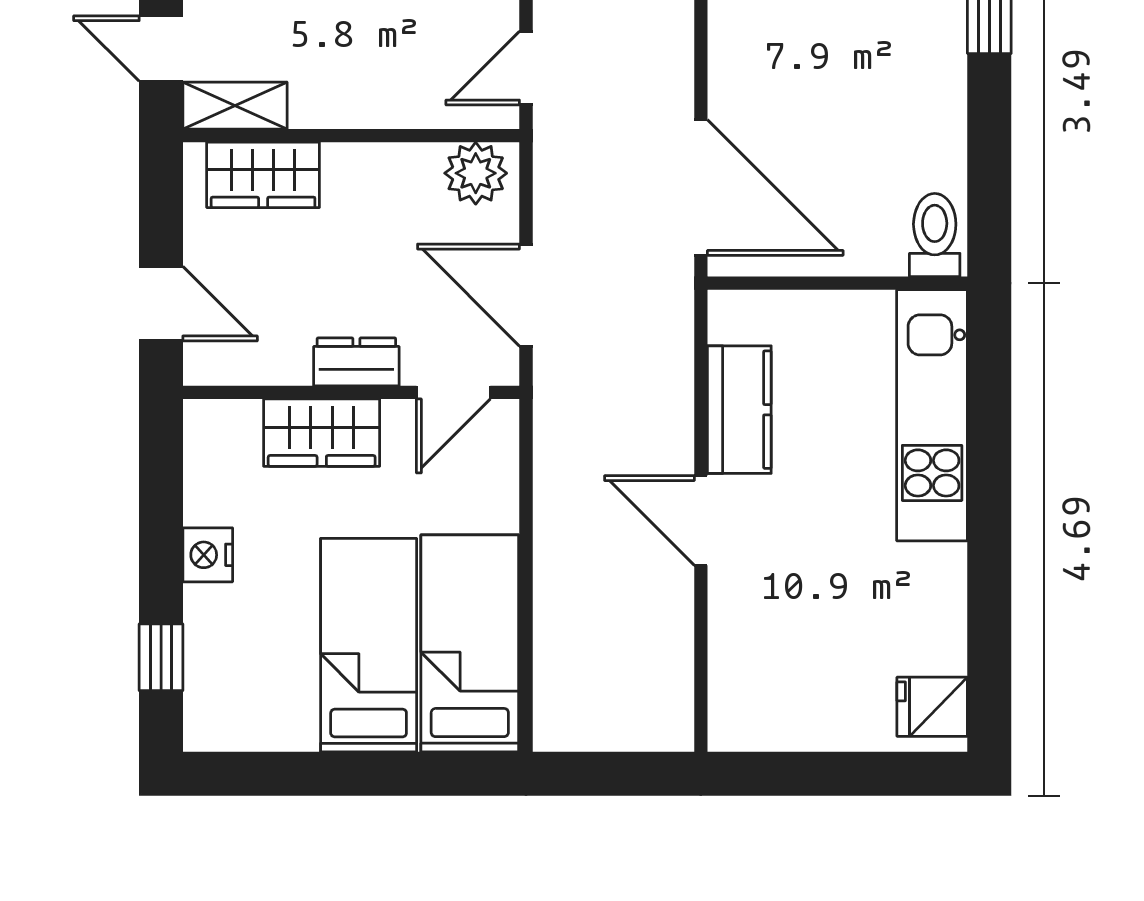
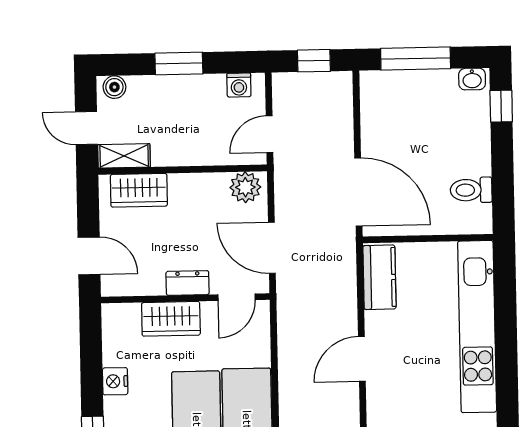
toilet: (935, 235) -> (471, 190), moved, turned -90
kitchen counter: (739, 410) -> (379, 277), moved
kitchen unit: (932, 415) -> (477, 327), width x1.36
door: (701, 521) -> (362, 359), hinge flipped

